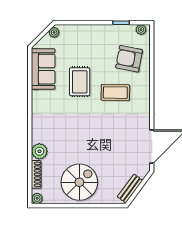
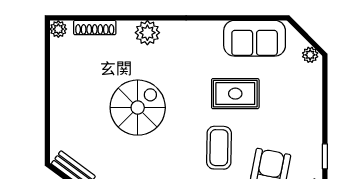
plant: (39, 151) -> (147, 33), moved
spiral stairs: (79, 182) -> (138, 108), moved, turned -90

